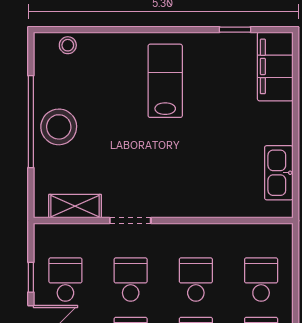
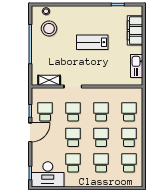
filing cabinet: (275, 66) -> (135, 30), moved
lab bench: (165, 81) -> (92, 42), moved, turned -90
stool: (59, 127) -> (49, 28), moved

